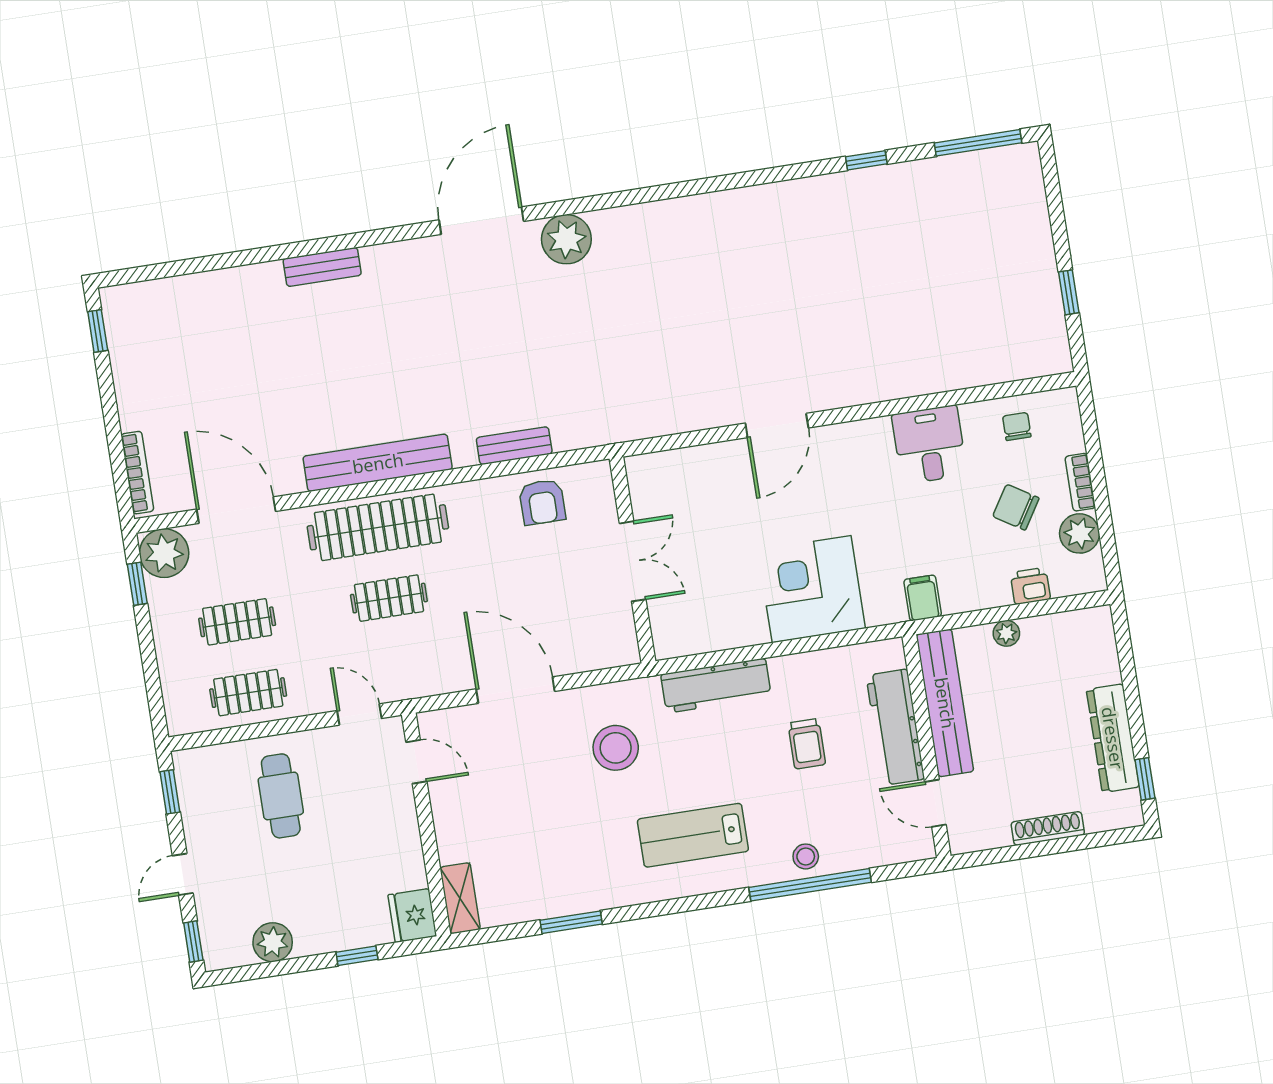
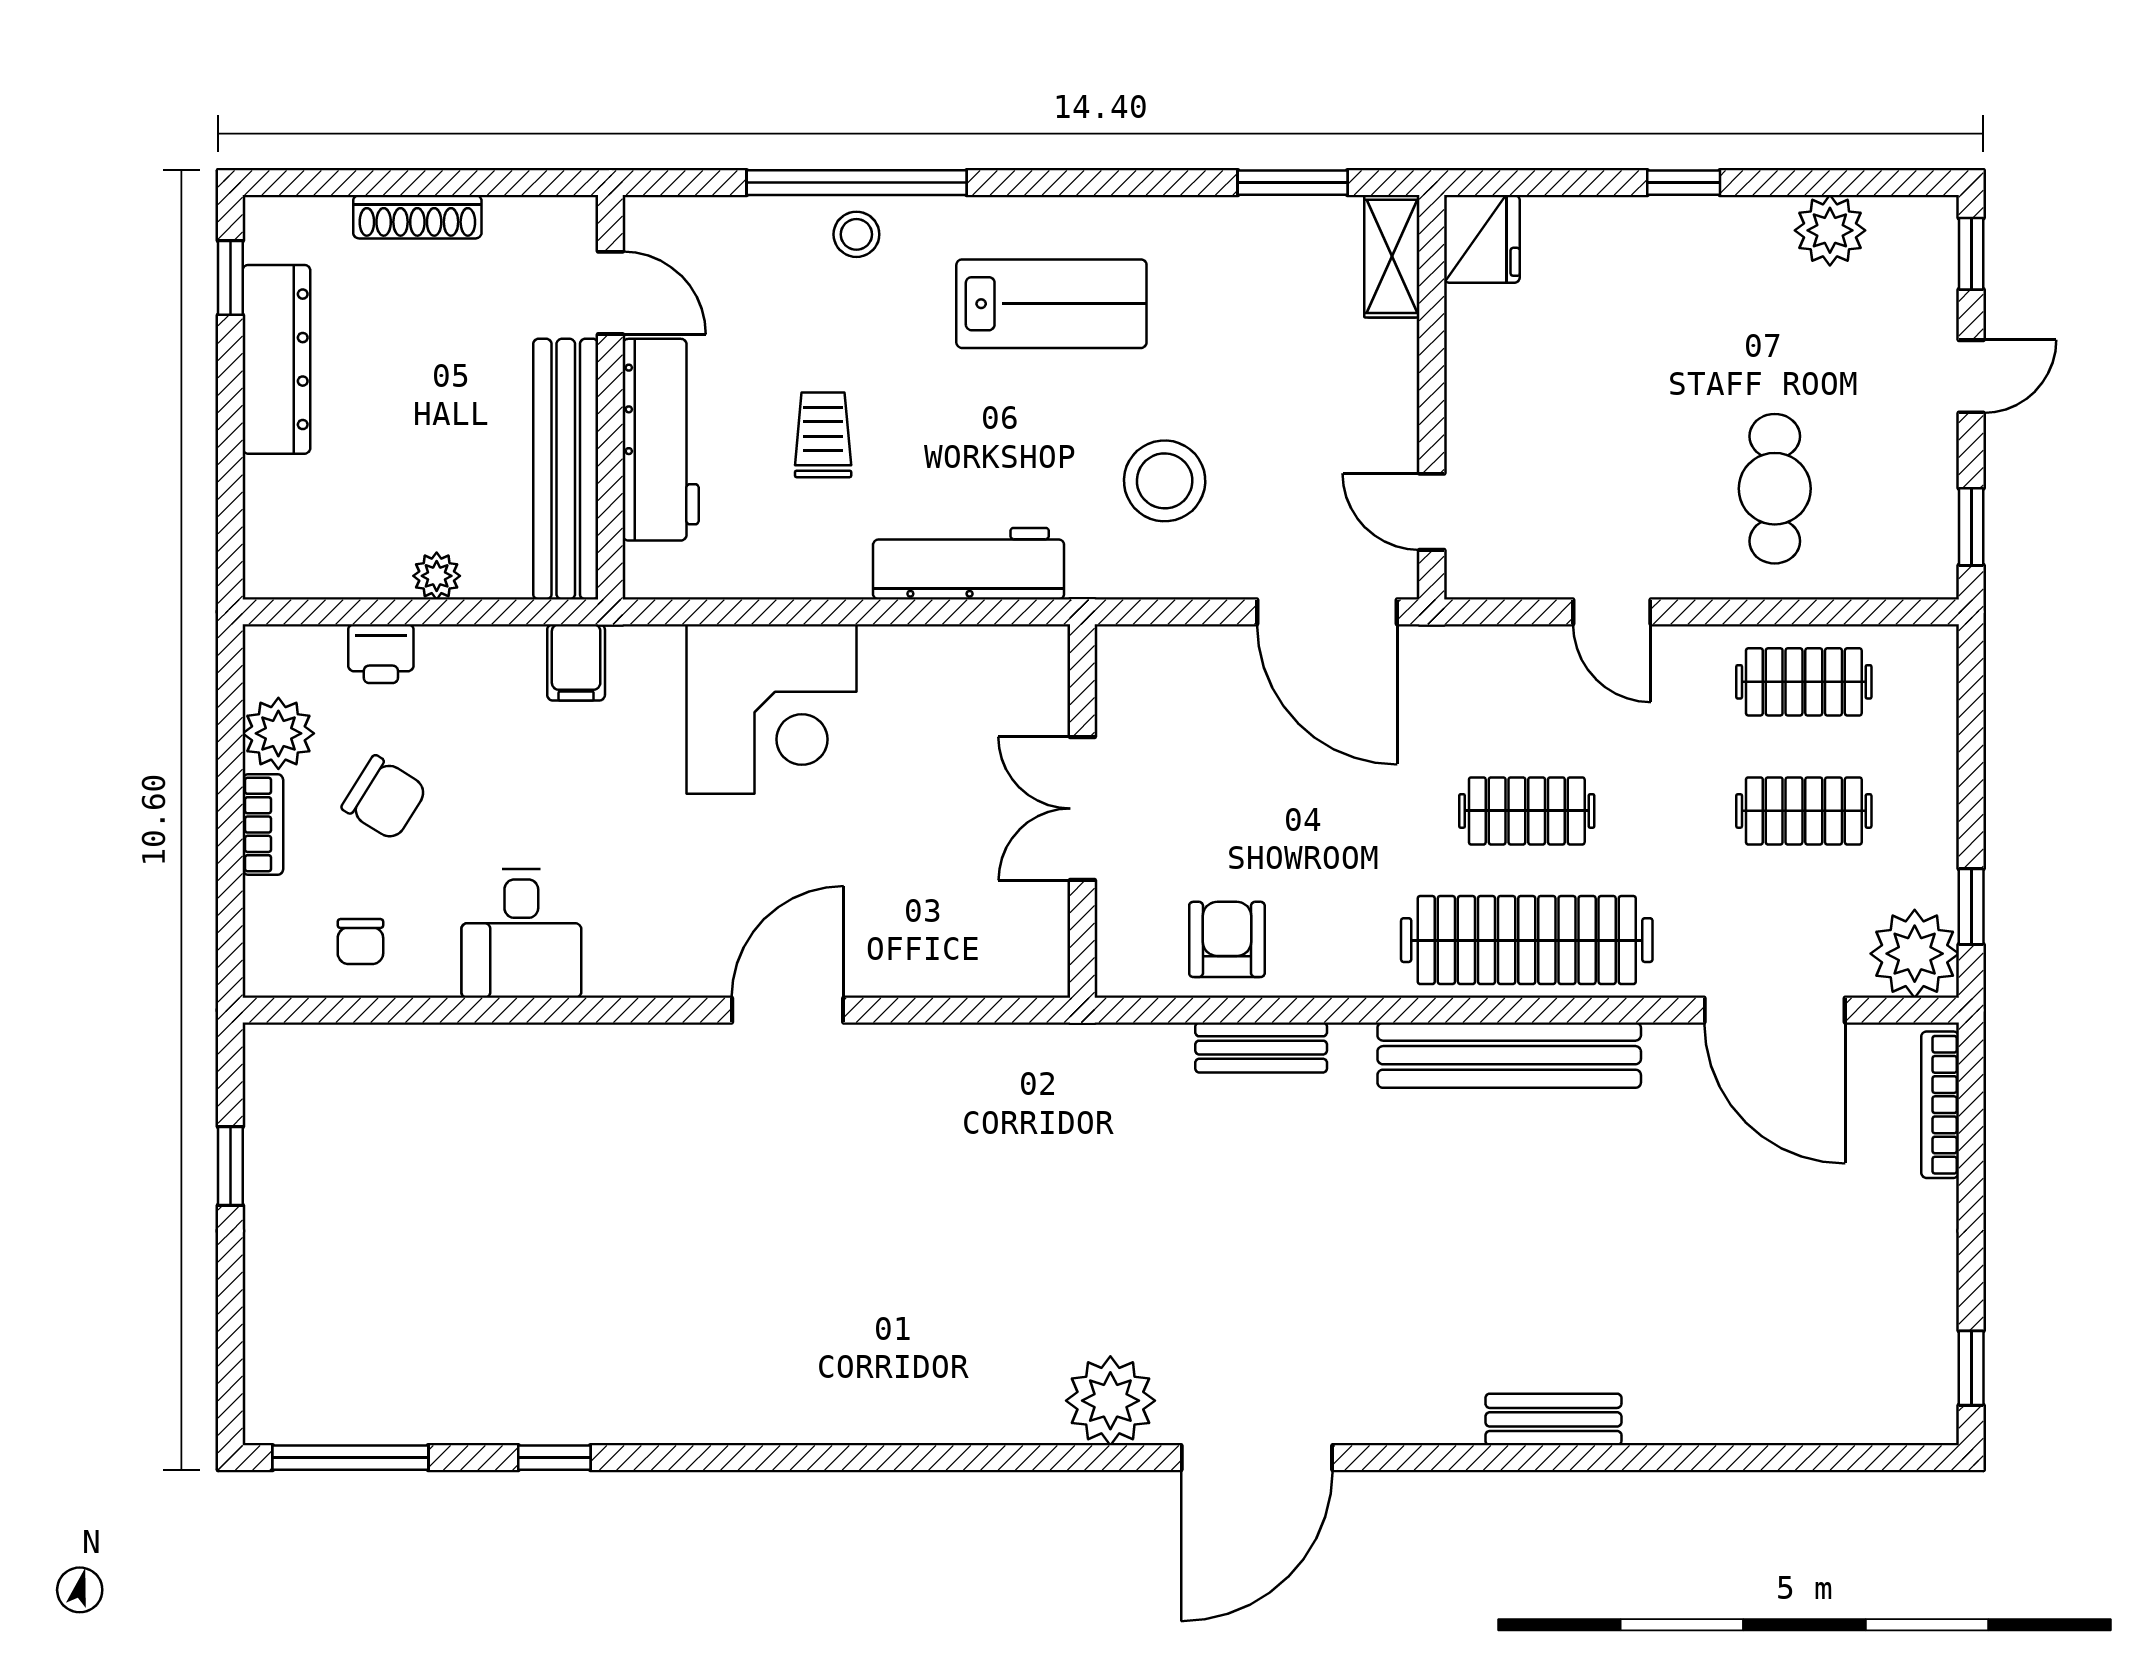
door: (416, 762) -> (1432, 512), moved
wall: (426, 824) -> (1432, 397), moved
shelving: (460, 898) -> (1392, 256), moved
fridge: (412, 916) -> (1482, 239), moved

